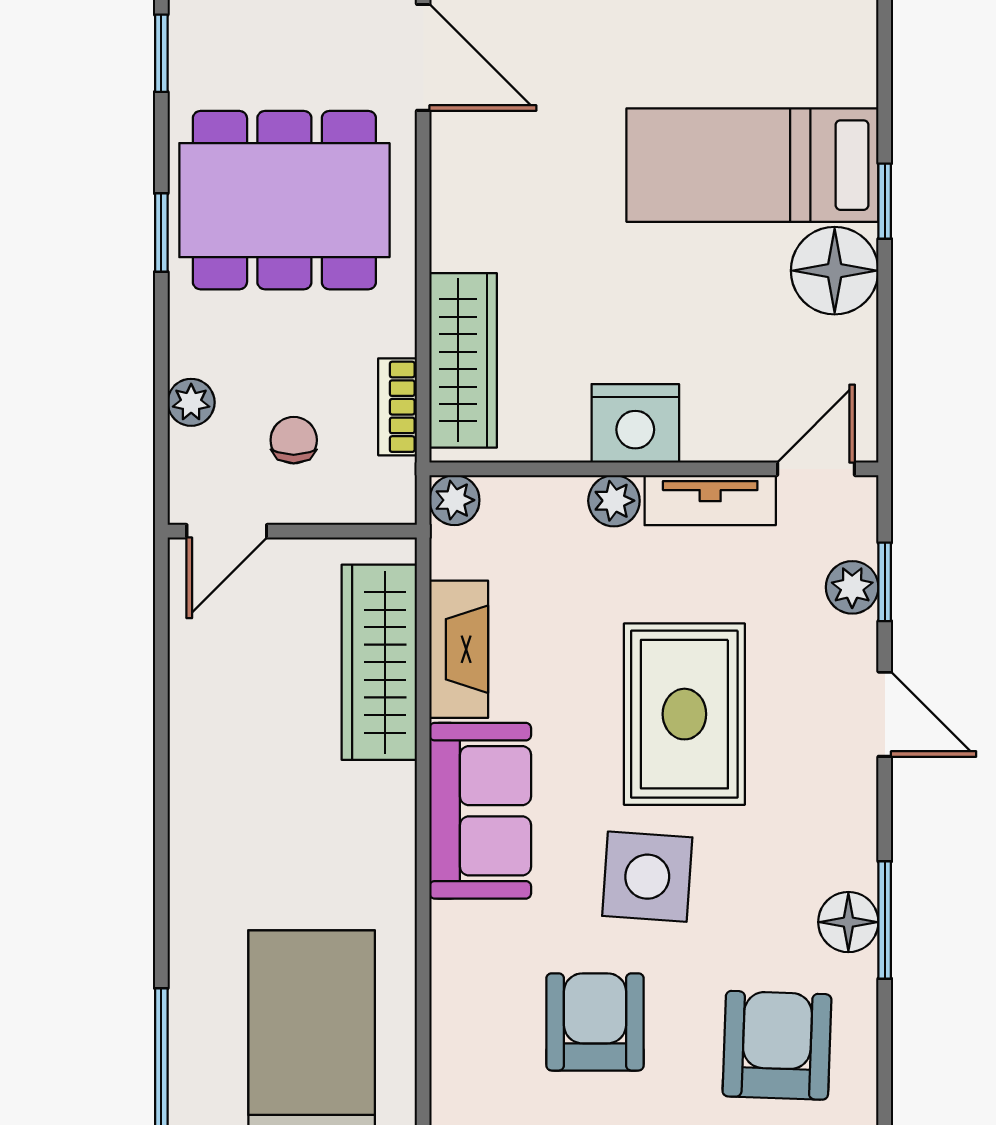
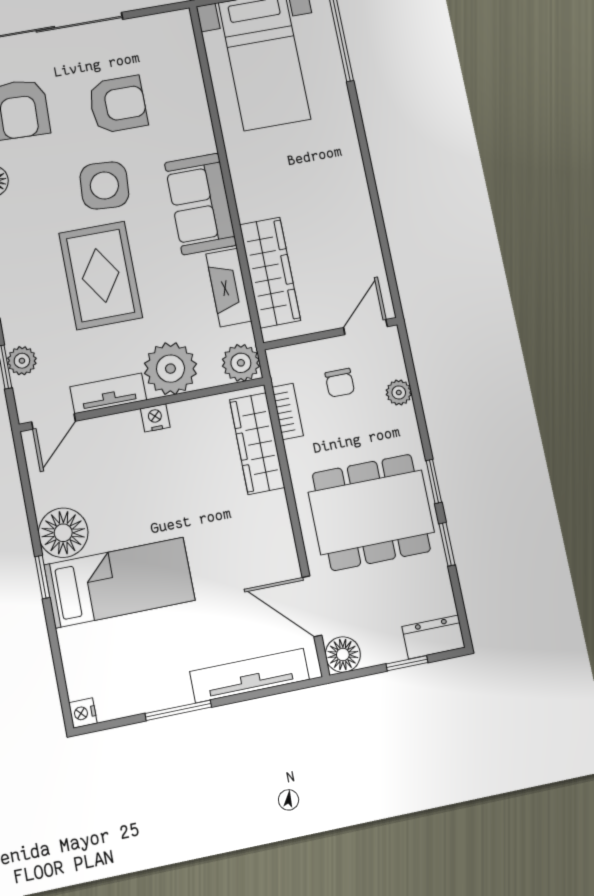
window: (161, 53) -> (447, 544), moved
nightstand: (635, 423) -> (155, 418), width x0.53, depth x0.56
plant: (454, 500) -> (241, 363), width x1.38, depth x1.38
plant: (614, 501) -> (170, 369), width x1.87, depth x1.87
armchair: (595, 1022) -> (118, 104), turned -90

